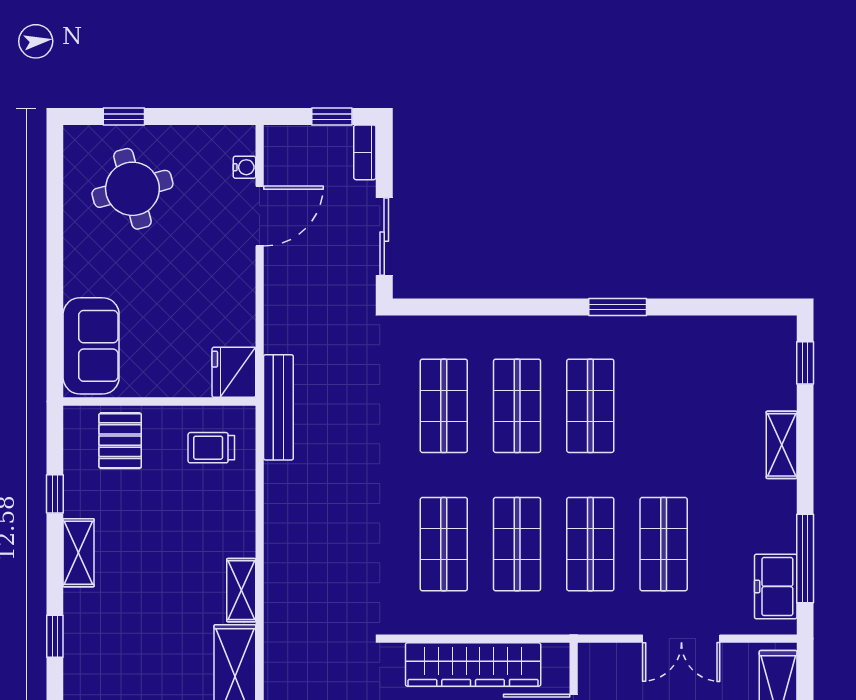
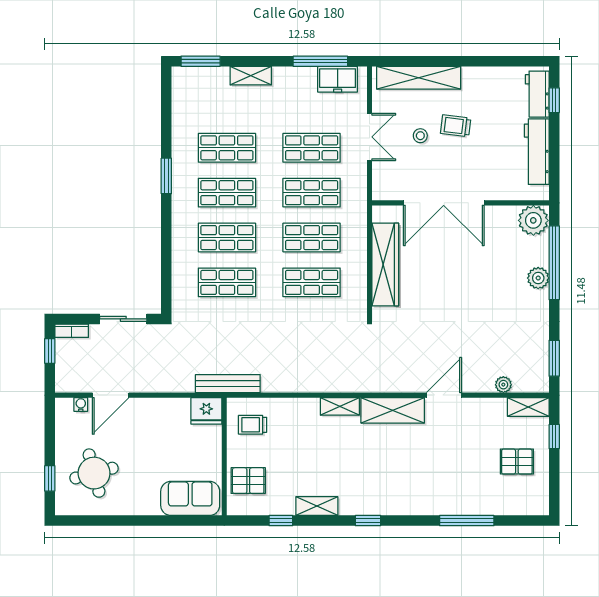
door: (260, 216) -> (111, 395), swing flipped
window: (805, 363) -> (201, 61), width x1.50
shop shelf: (664, 406) -> (227, 148), added
trolley: (211, 448) -> (253, 425), turned 90

